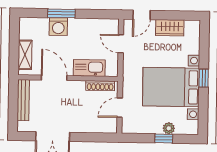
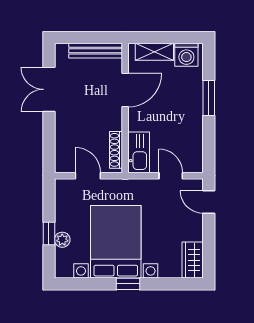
washing machine: (58, 27) -> (186, 55), moved, turned -90
wardrobe: (170, 28) -> (193, 260), moved
door: (121, 44) -> (171, 176), hinge flipped
kitchen sink: (89, 68) -> (139, 152), moved

